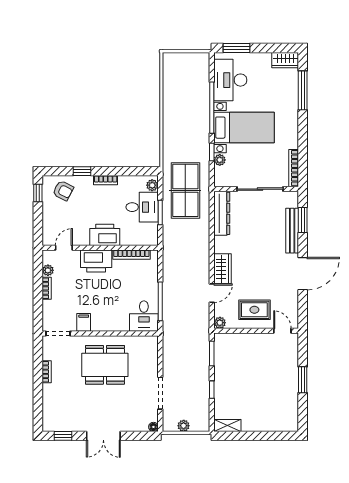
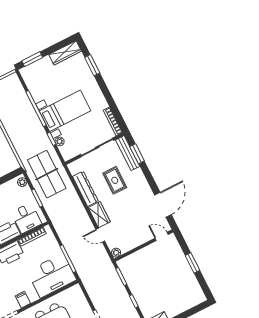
wardrobe: (285, 60) -> (65, 53), width x1.50
desk: (230, 80) -> (39, 83), removed
window: (303, 90) -> (92, 65), width x0.69
desk: (142, 207) -> (26, 218), moved, turned 90
dresser: (222, 213) -> (85, 189), moved
bench: (292, 231) -> (128, 153), moved
door: (303, 274) -> (163, 205), moved
door: (212, 293) -> (100, 235), swing flipped
rug: (254, 310) -> (115, 180), moved, turned 90
desk: (144, 316) -> (52, 276), width x1.87, depth x1.30

